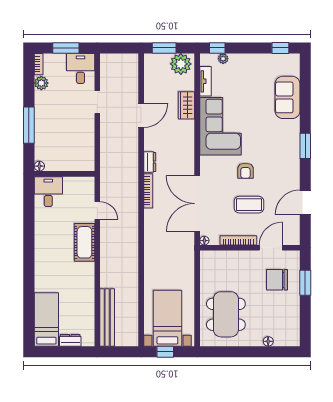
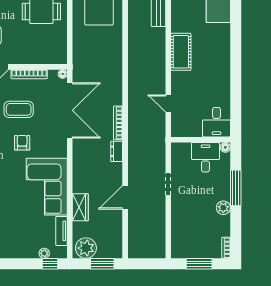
desk: (81, 69) -> (205, 157), moved, turned 180
plant: (41, 83) -> (223, 208), moved
doorway: (97, 102) -> (168, 184), moved
cot: (84, 242) -> (181, 52), moved

